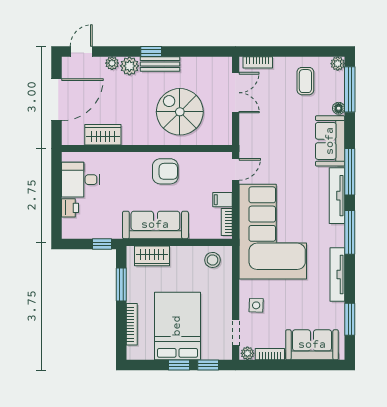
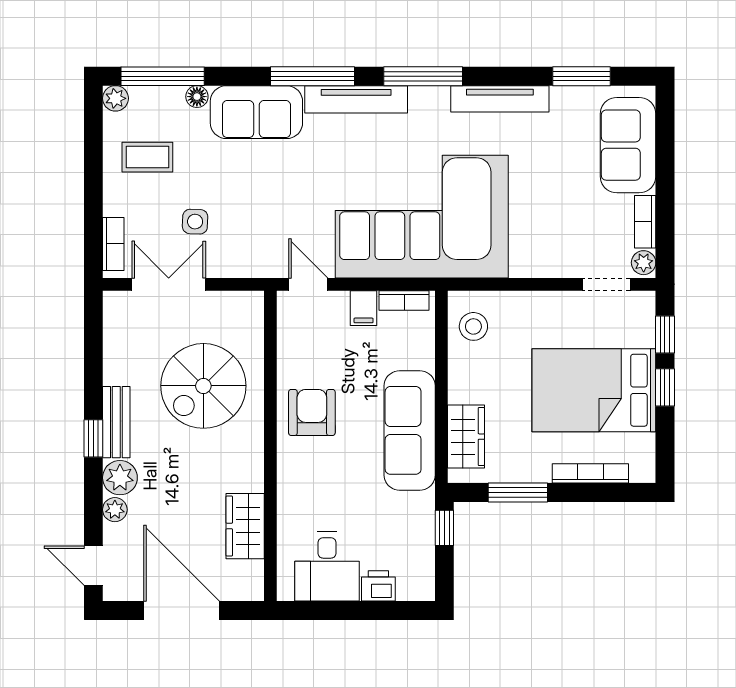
side table: (256, 305) -> (195, 222), moved

